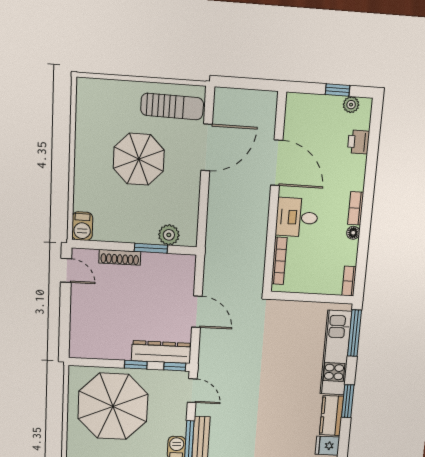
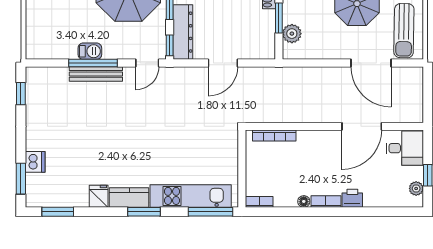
printer: (358, 142) -> (352, 198), moved
desk: (297, 217) -> (405, 148), moved, turned 90

